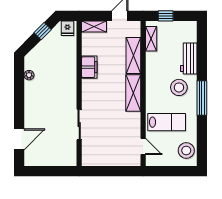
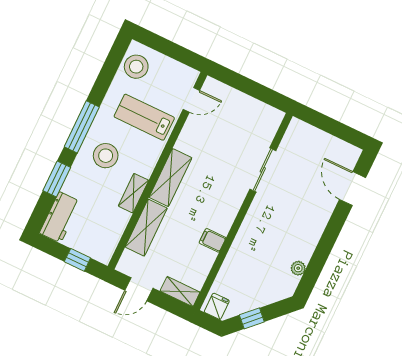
shelving: (151, 39) -> (133, 193), moved
workbench: (189, 58) -> (60, 217), moved
window: (202, 59) -> (57, 179), added
filing cabinet: (89, 67) -> (213, 240), width x0.50
door: (19, 139) -> (353, 189), hinge flipped
door: (143, 146) -> (191, 100), swing flipped

